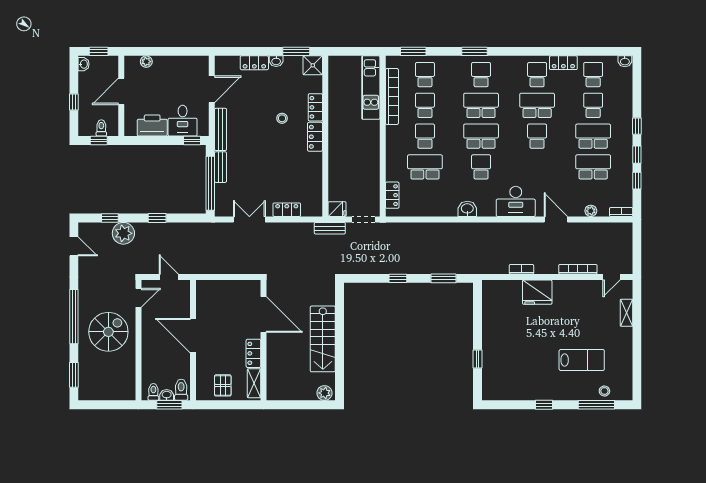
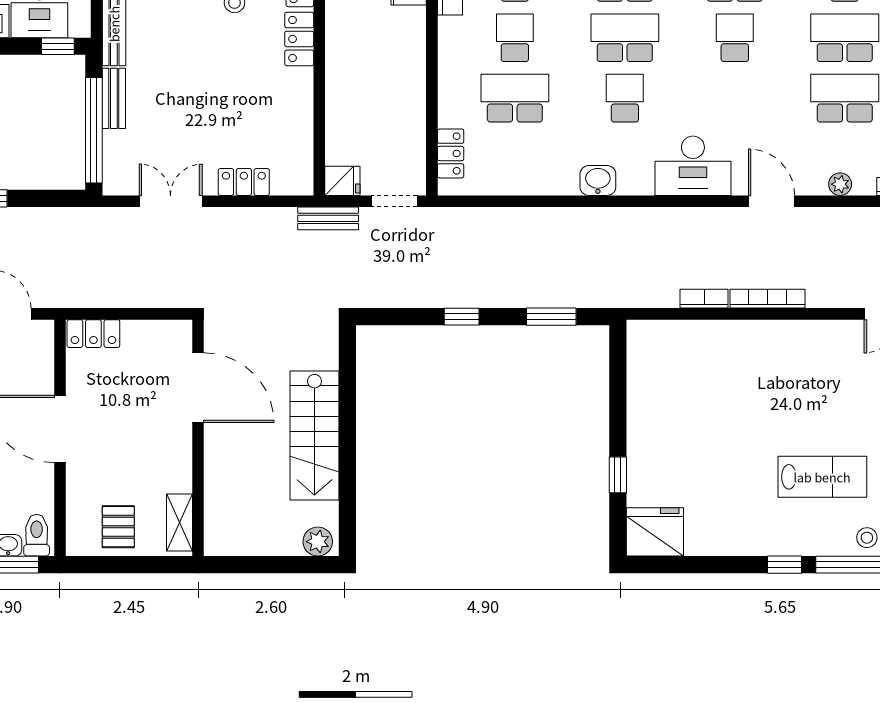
bookcase: (578, 269) -> (768, 299), moved
fridge: (537, 292) -> (655, 532), moved, turned 180
locker: (253, 353) -> (93, 334), moved, turned -90
window: (544, 405) -> (785, 565), moved

